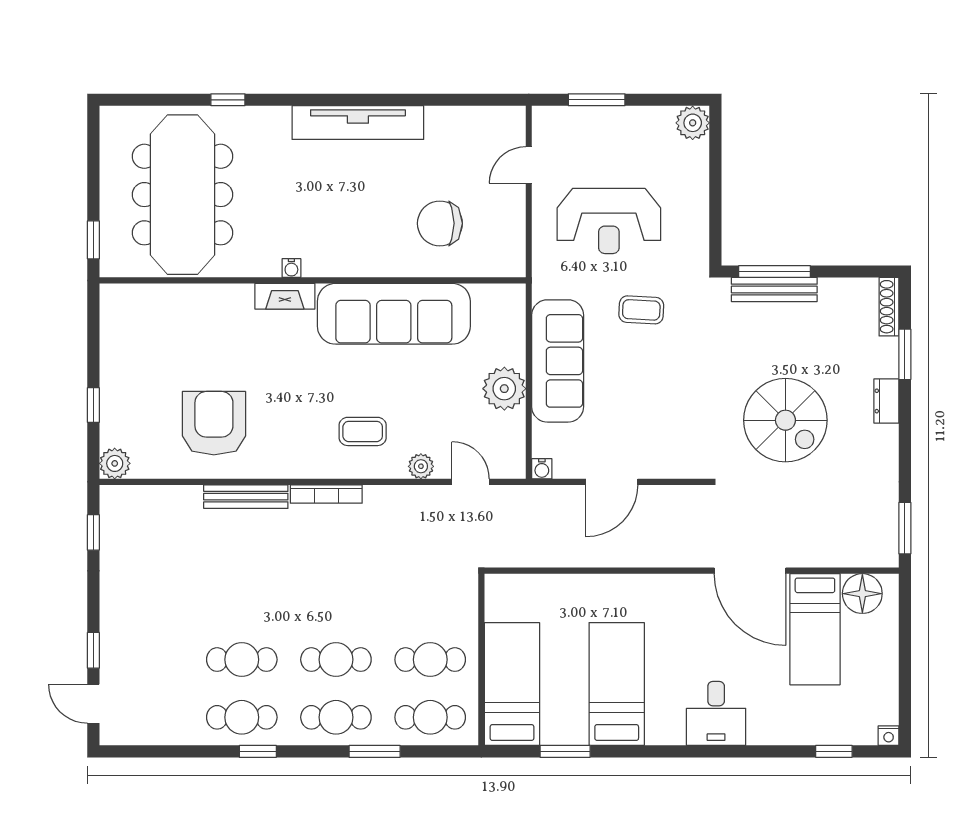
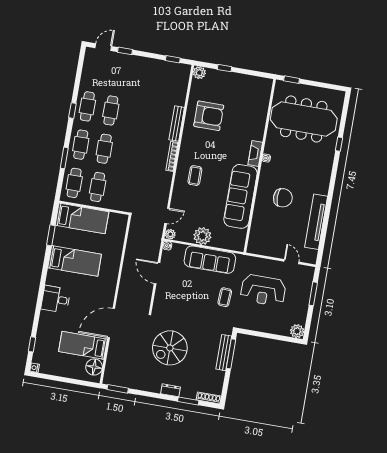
tv unit: (358, 123) -> (316, 222), moved
reception desk: (609, 221) -> (263, 290), turned -90
chair: (440, 223) -> (283, 198), moved, turned 90
plant: (421, 466) -> (170, 234), moved

